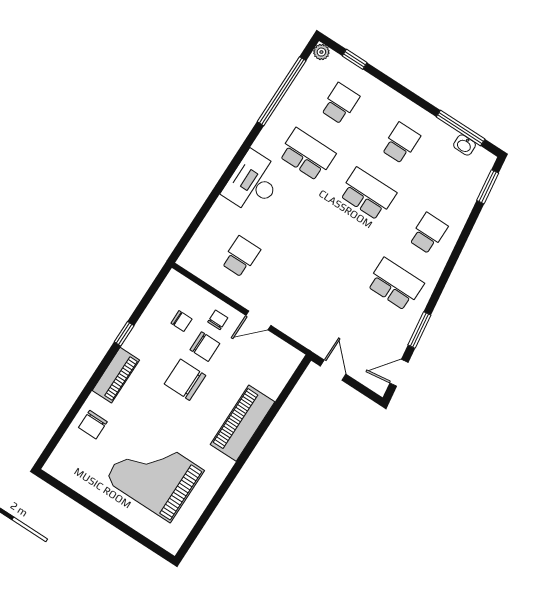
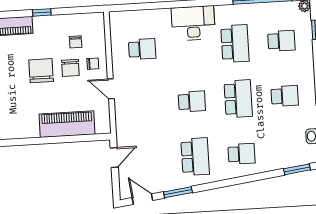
school desk: (334, 245) -> (192, 101), added
piano: (242, 423) -> (67, 124), moved

